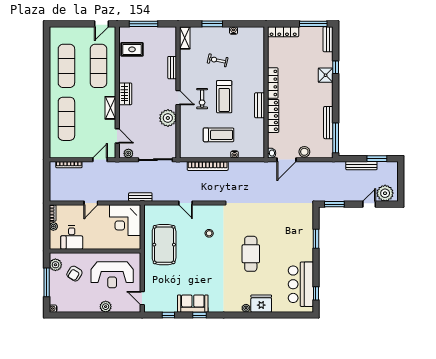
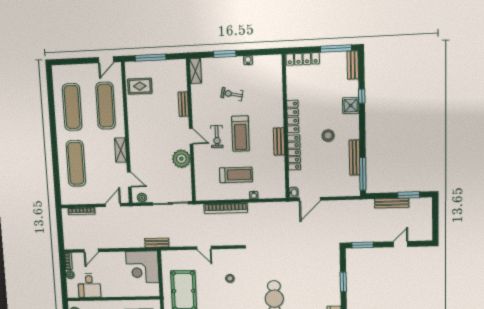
wardrobe: (125, 94) -> (135, 135), removed
stool: (304, 152) -> (328, 136), moved
plant: (385, 193) -> (418, 232), removed
door: (91, 203) -> (91, 251), moved

